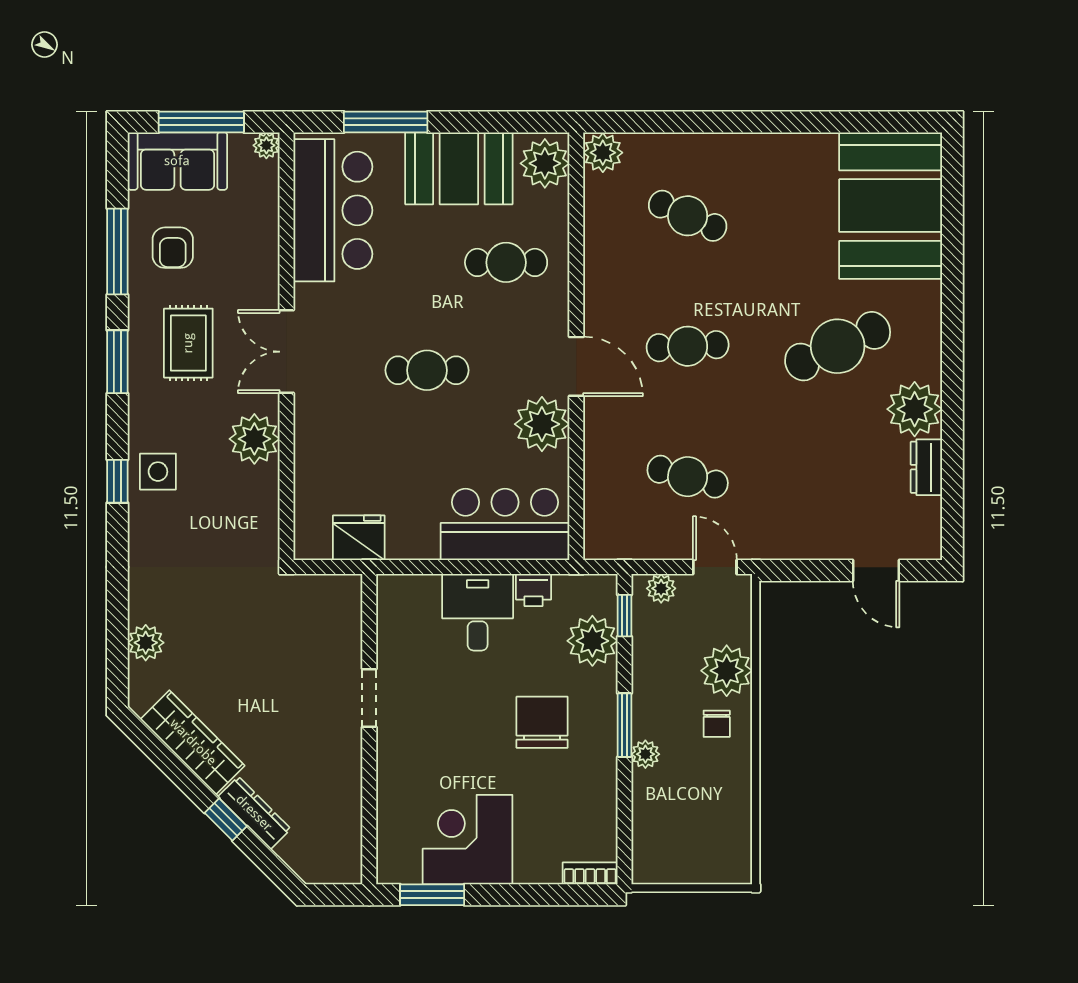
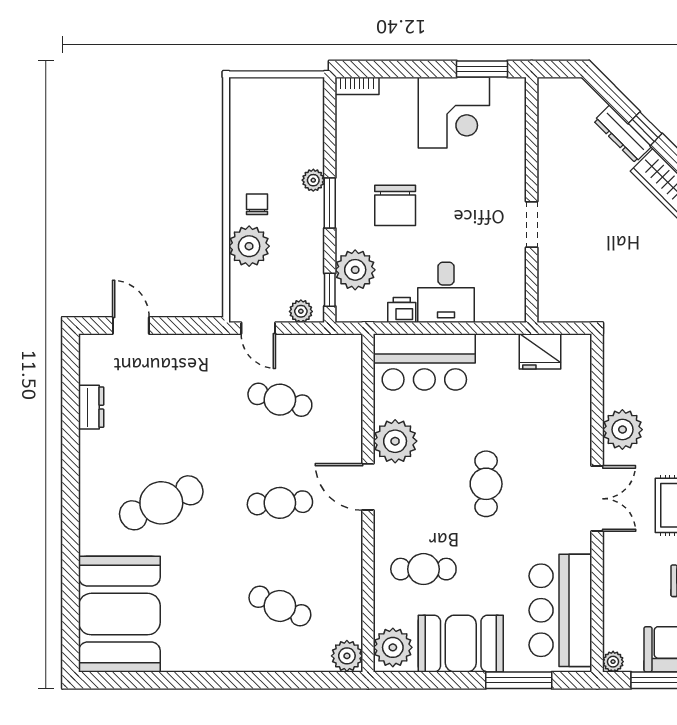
cafe table: (427, 370) -> (486, 484), turned 90
plant: (915, 409) -> (100, 453), removed

